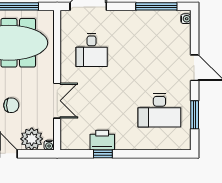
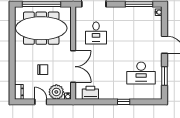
double door: (57, 101) -> (73, 67), width x1.37
printer: (102, 140) -> (90, 93), moved
window: (103, 154) -> (124, 102), moved

